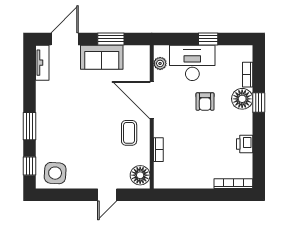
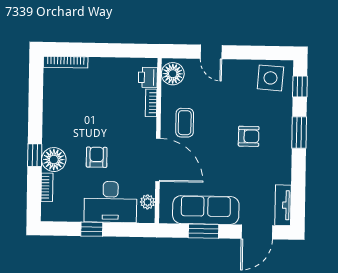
sofa: (102, 57) -> (206, 210), width x1.36
armchair: (73, 122) -> (249, 136), added
printer: (245, 144) -> (148, 77), moved, turned 180
door: (107, 195) -> (211, 52), swing flipped

